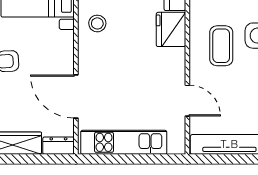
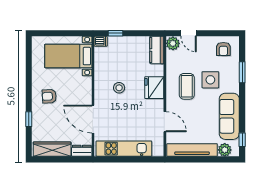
stool: (97, 23) -> (119, 88), moved
fridge: (171, 29) -> (154, 88), moved

